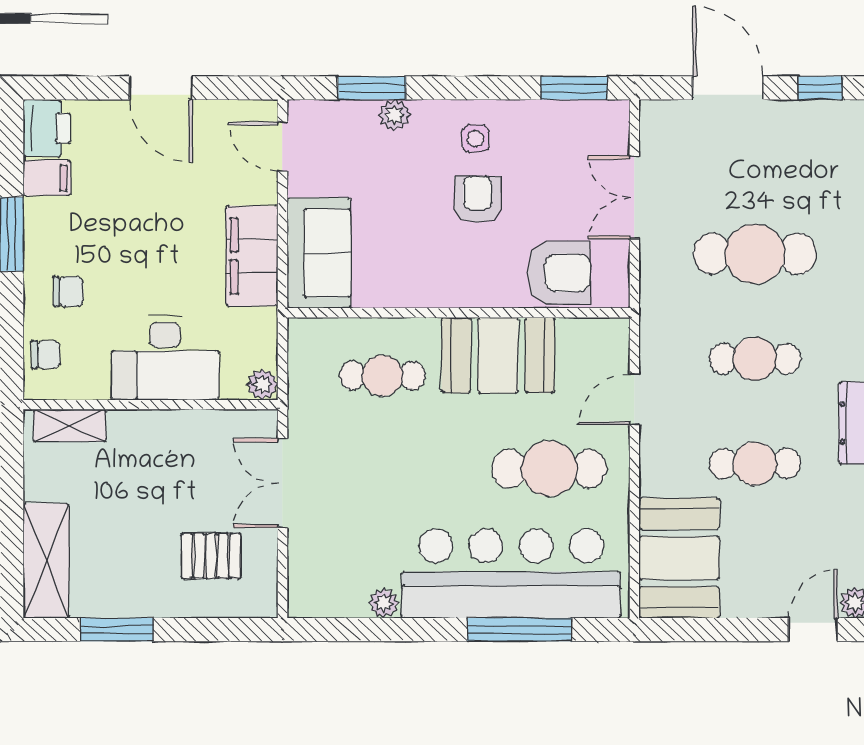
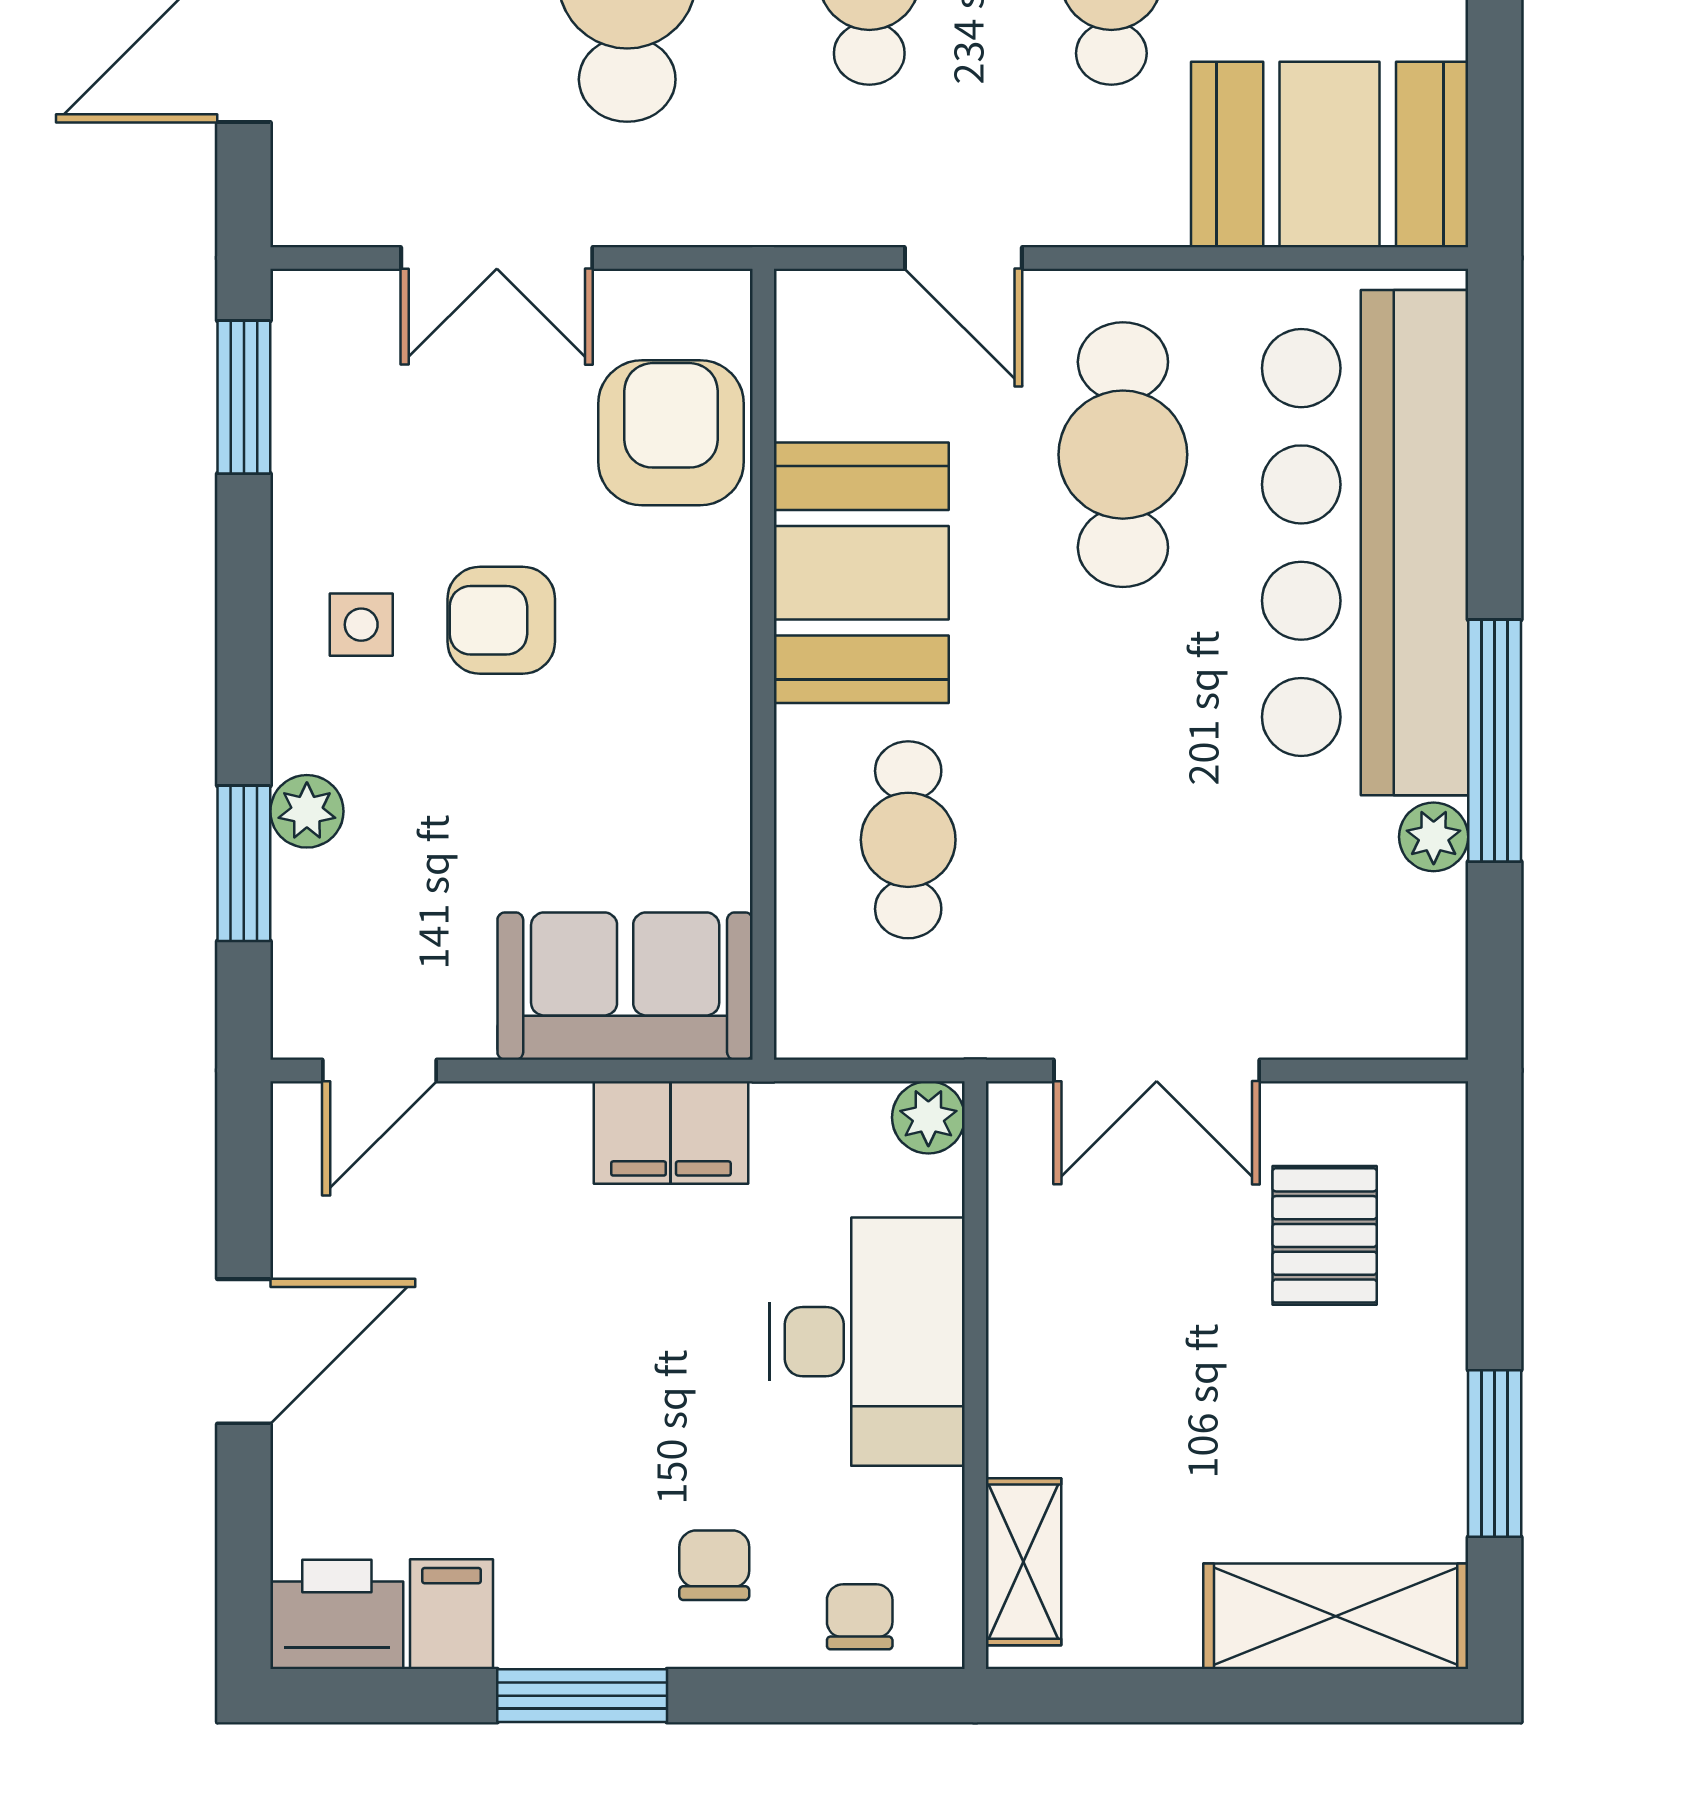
filing cabinet: (252, 256) -> (671, 1132), width x0.67, depth x0.86
window: (520, 630) -> (1495, 741), moved

